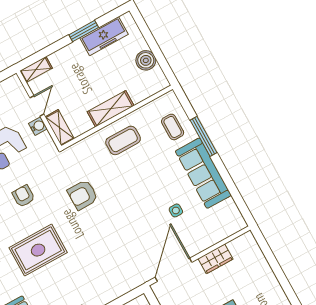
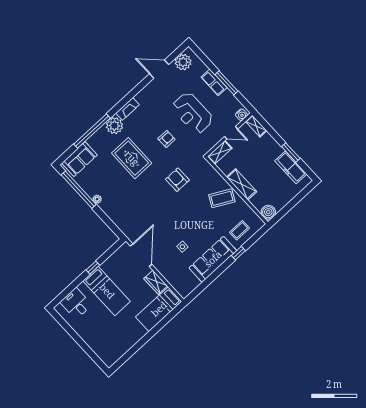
boiler: (146, 60) -> (268, 212), moved
water cooler: (38, 126) -> (241, 115), moved
window: (203, 136) -> (238, 253), width x0.46
coffee table: (123, 140) -> (222, 198), turned -62
bed: (253, 264) -> (159, 309), added
door: (174, 270) -> (141, 255), hinge flipped

